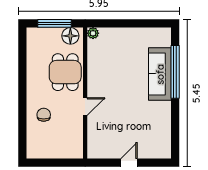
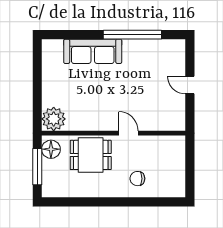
plant: (93, 33) -> (54, 119), width x1.88, depth x1.88
window: (175, 72) -> (132, 35), moved

